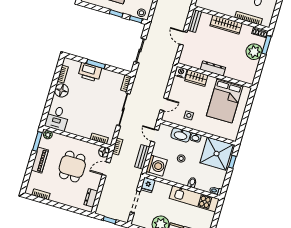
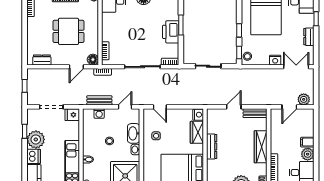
printer: (90, 72) -> (171, 32), moved
washing machine: (157, 166) -> (99, 113), width x0.53, depth x0.53
door: (106, 169) -> (76, 67), swing flipped

